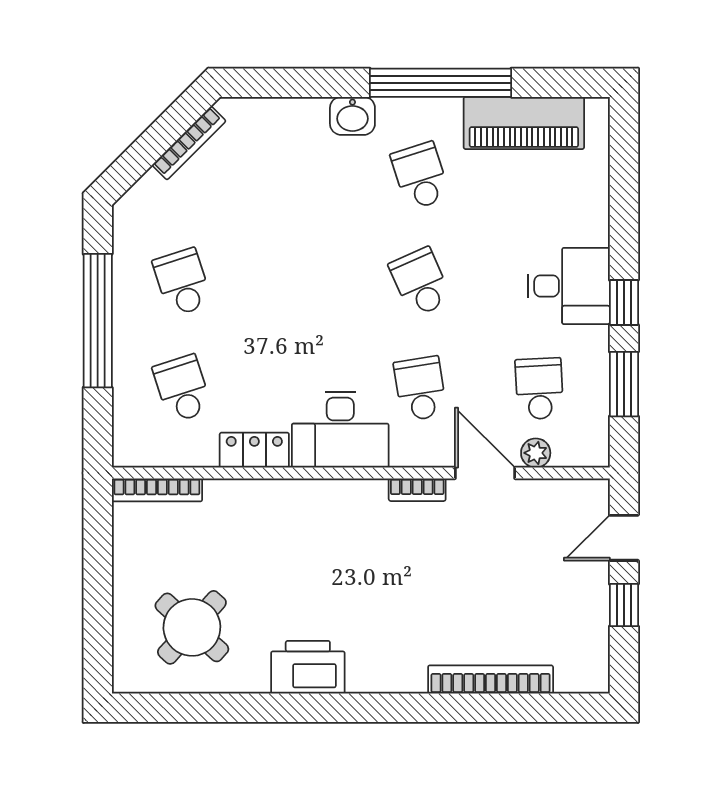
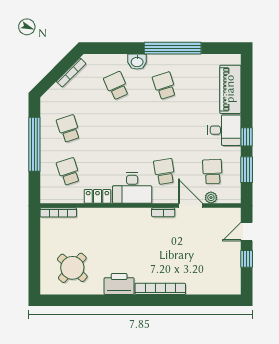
piano: (524, 123) -> (230, 89), moved, turned 90
school desk: (420, 282) -> (116, 86), moved
bookcase: (491, 680) -> (160, 289), moved

